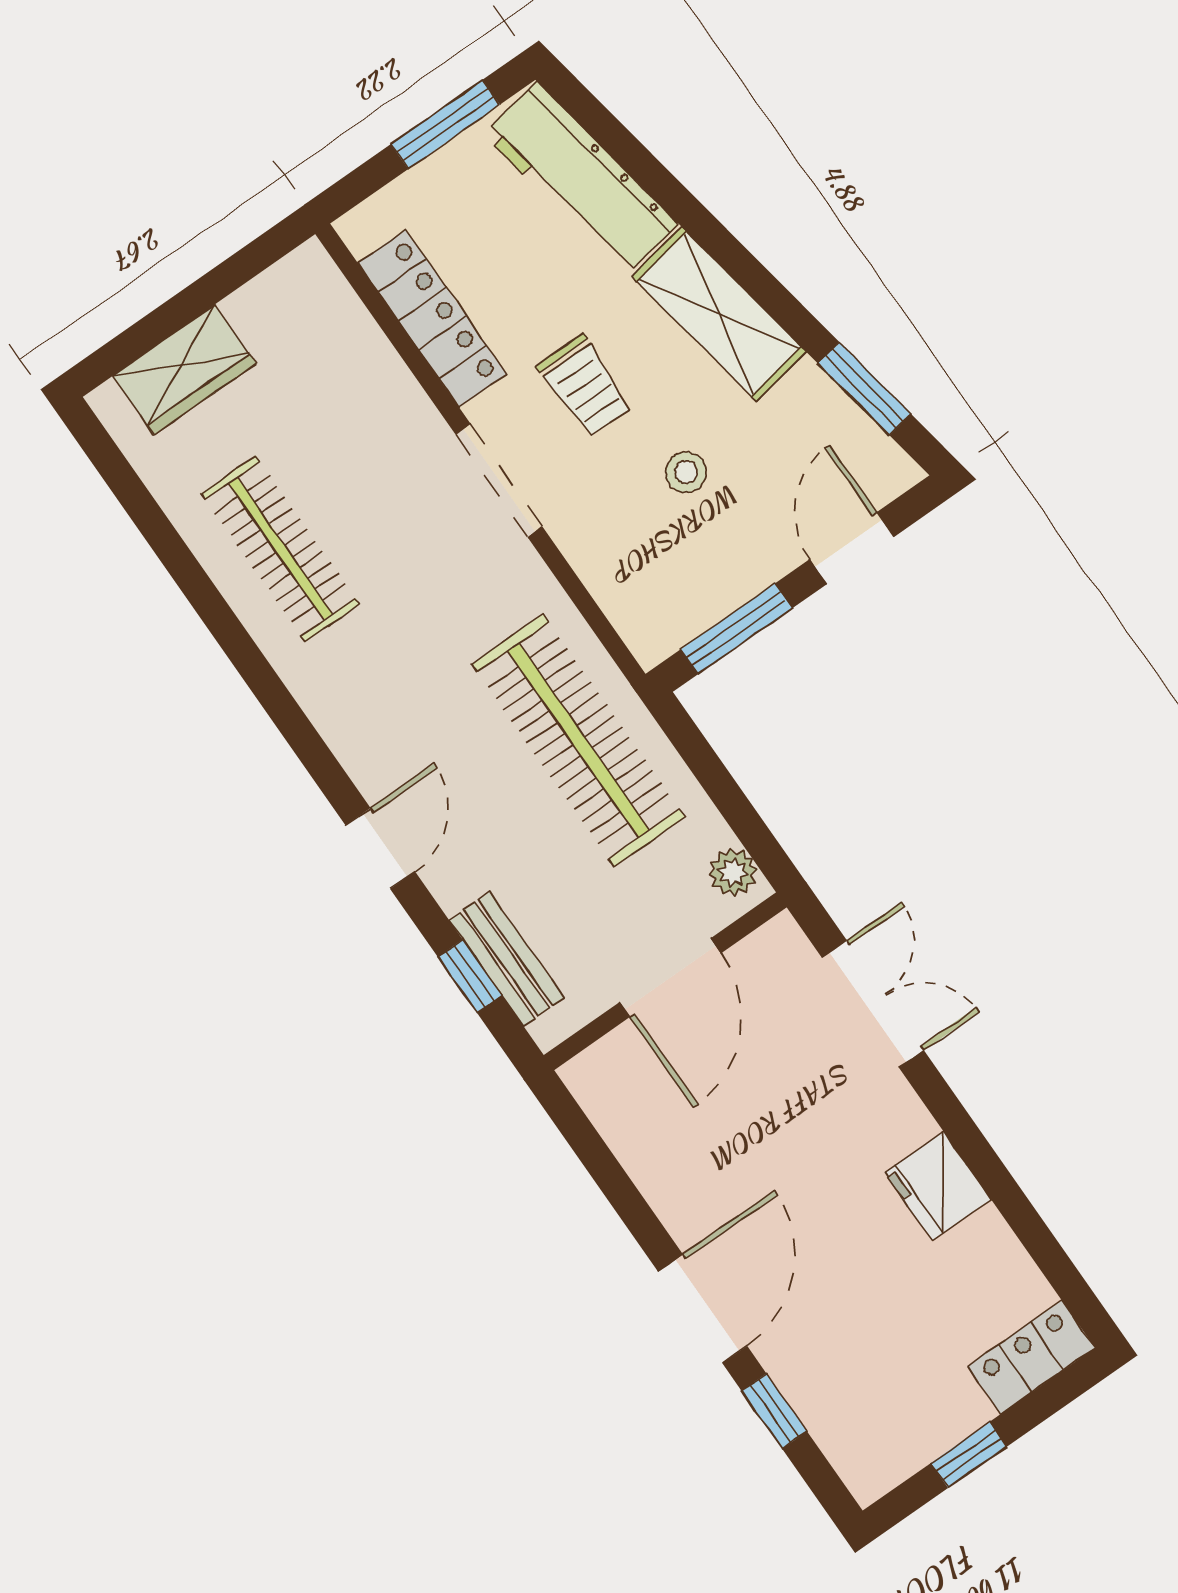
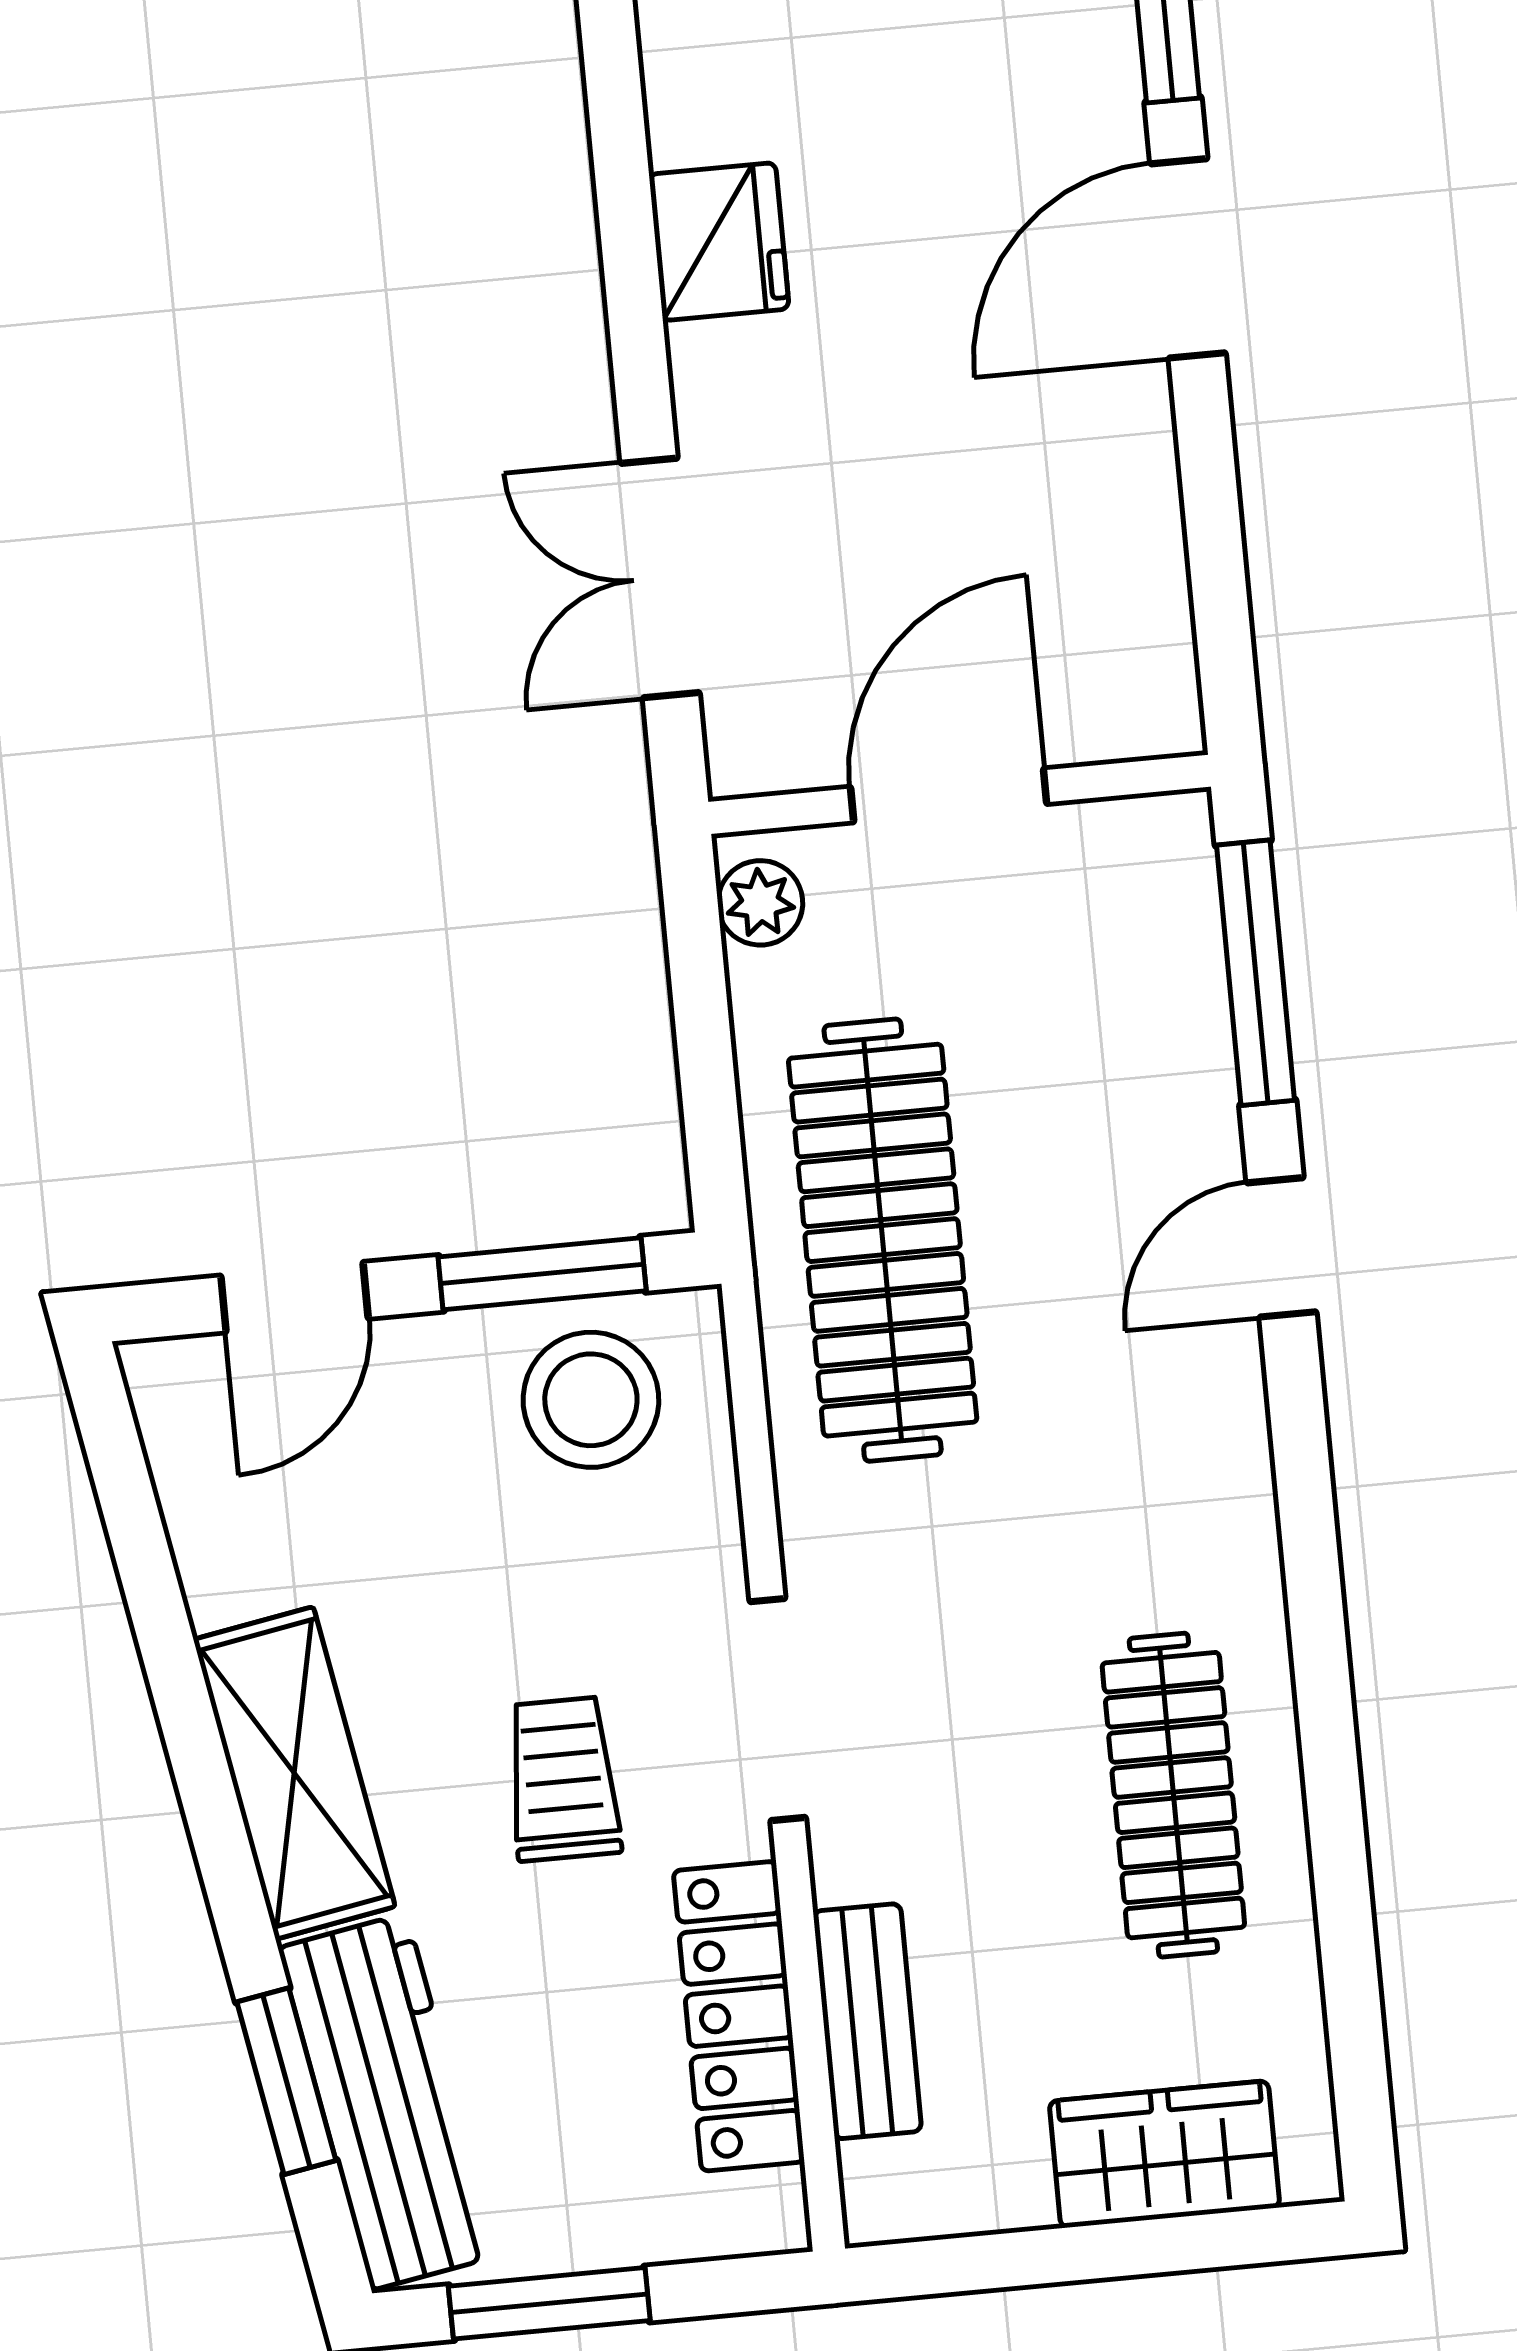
window: (864, 388) -> (286, 2081), moved
stool: (686, 472) -> (591, 1400), moved, width x1.89, depth x1.89
bench: (506, 959) -> (867, 2021), moved
window: (470, 976) -> (1256, 973), width x2.17

